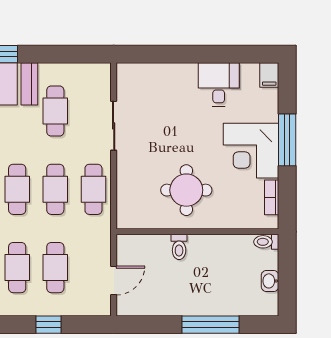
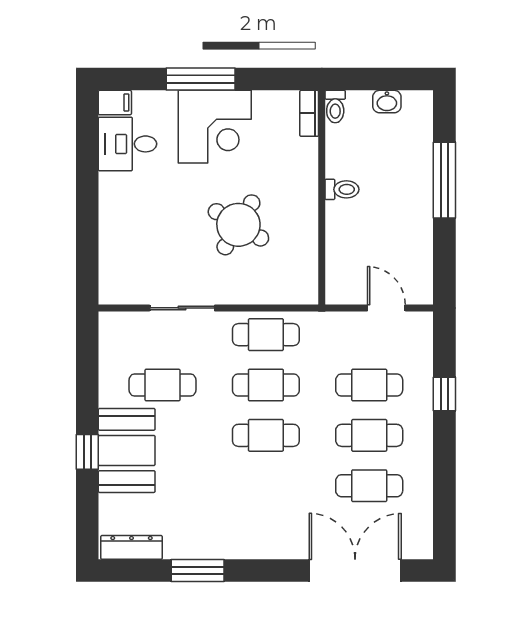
desk: (219, 84) -> (128, 144), moved
round table: (186, 190) -> (238, 225), moved, turned 31
bookcase: (272, 197) -> (309, 113), moved, turned 90
toilet: (179, 247) -> (342, 189), moved

